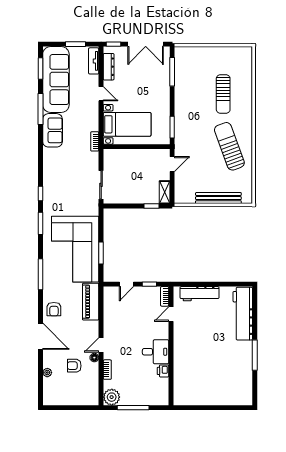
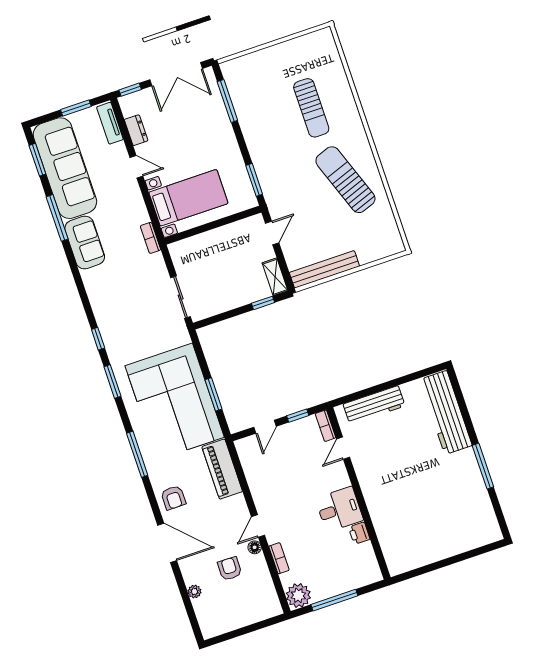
dresser: (109, 67) -> (136, 130), width x0.70
bench: (218, 198) -> (324, 269), moved
armchair: (74, 366) -> (230, 569), turned 91

